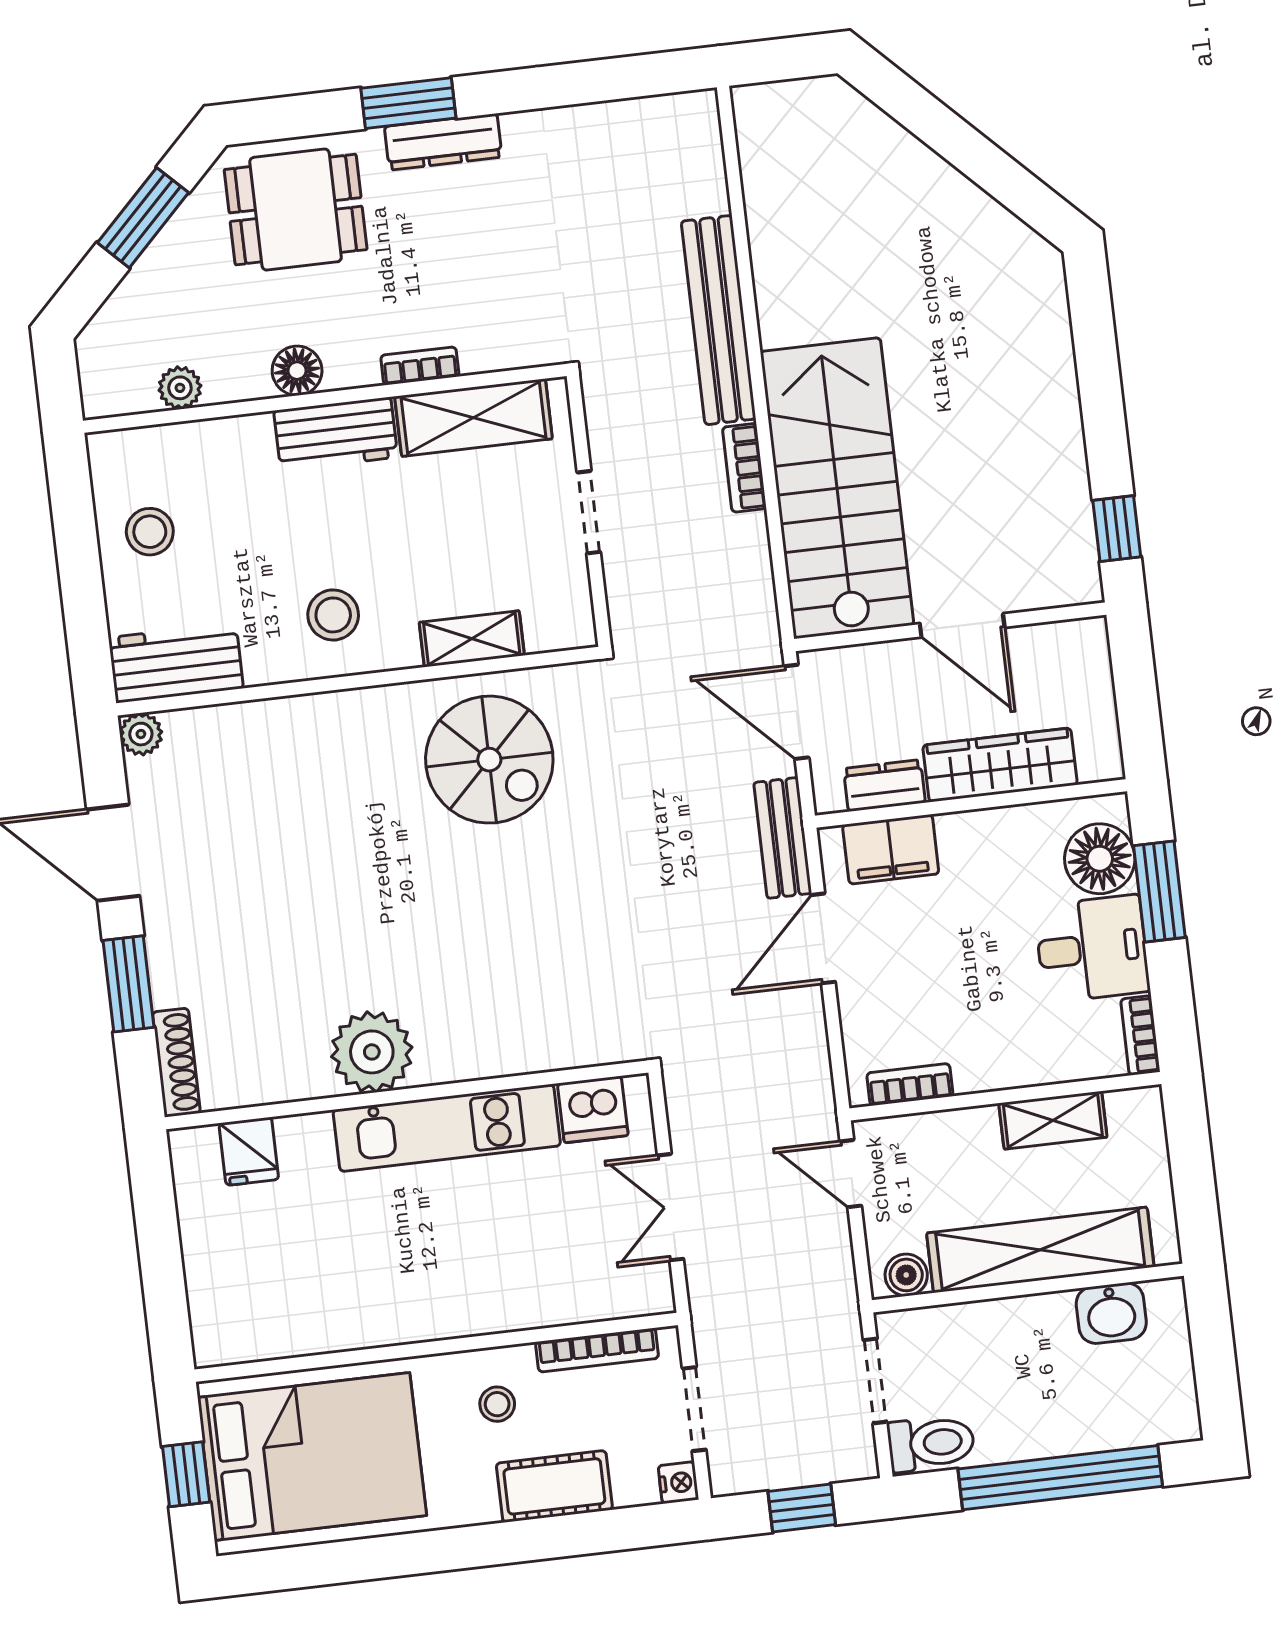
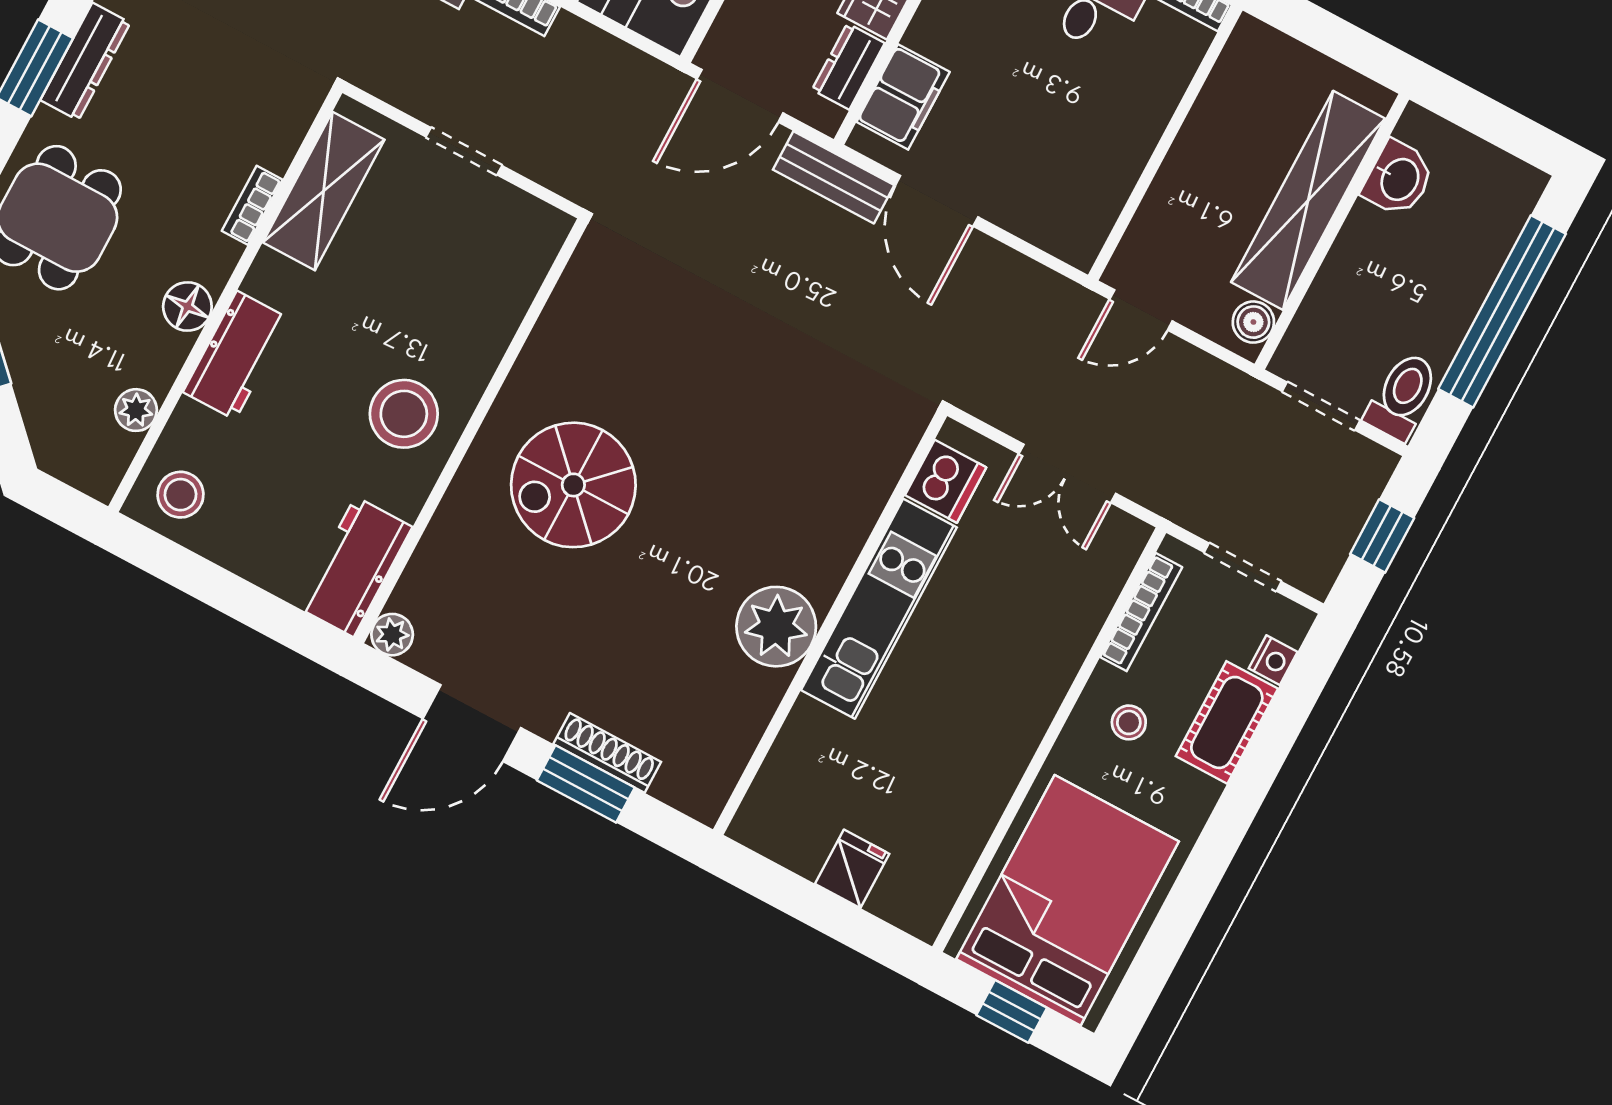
workbench: (336, 434) -> (236, 355), moved
stool: (150, 532) -> (180, 495), moved
stool: (333, 615) -> (404, 414), width x1.38, depth x1.38
shelving: (472, 639) -> (500, 316), removed
spiral stairs: (489, 760) -> (573, 485), moved, turned 180
shoe rack: (176, 1062) -> (607, 753), moved
bookcase: (910, 1085) -> (1103, 213), removed
shelving: (1053, 1120) -> (1211, 118), removed
fridge: (249, 1151) -> (852, 869), moved, turned -90
nightstand: (678, 1483) -> (1273, 660), moved, turned 90

